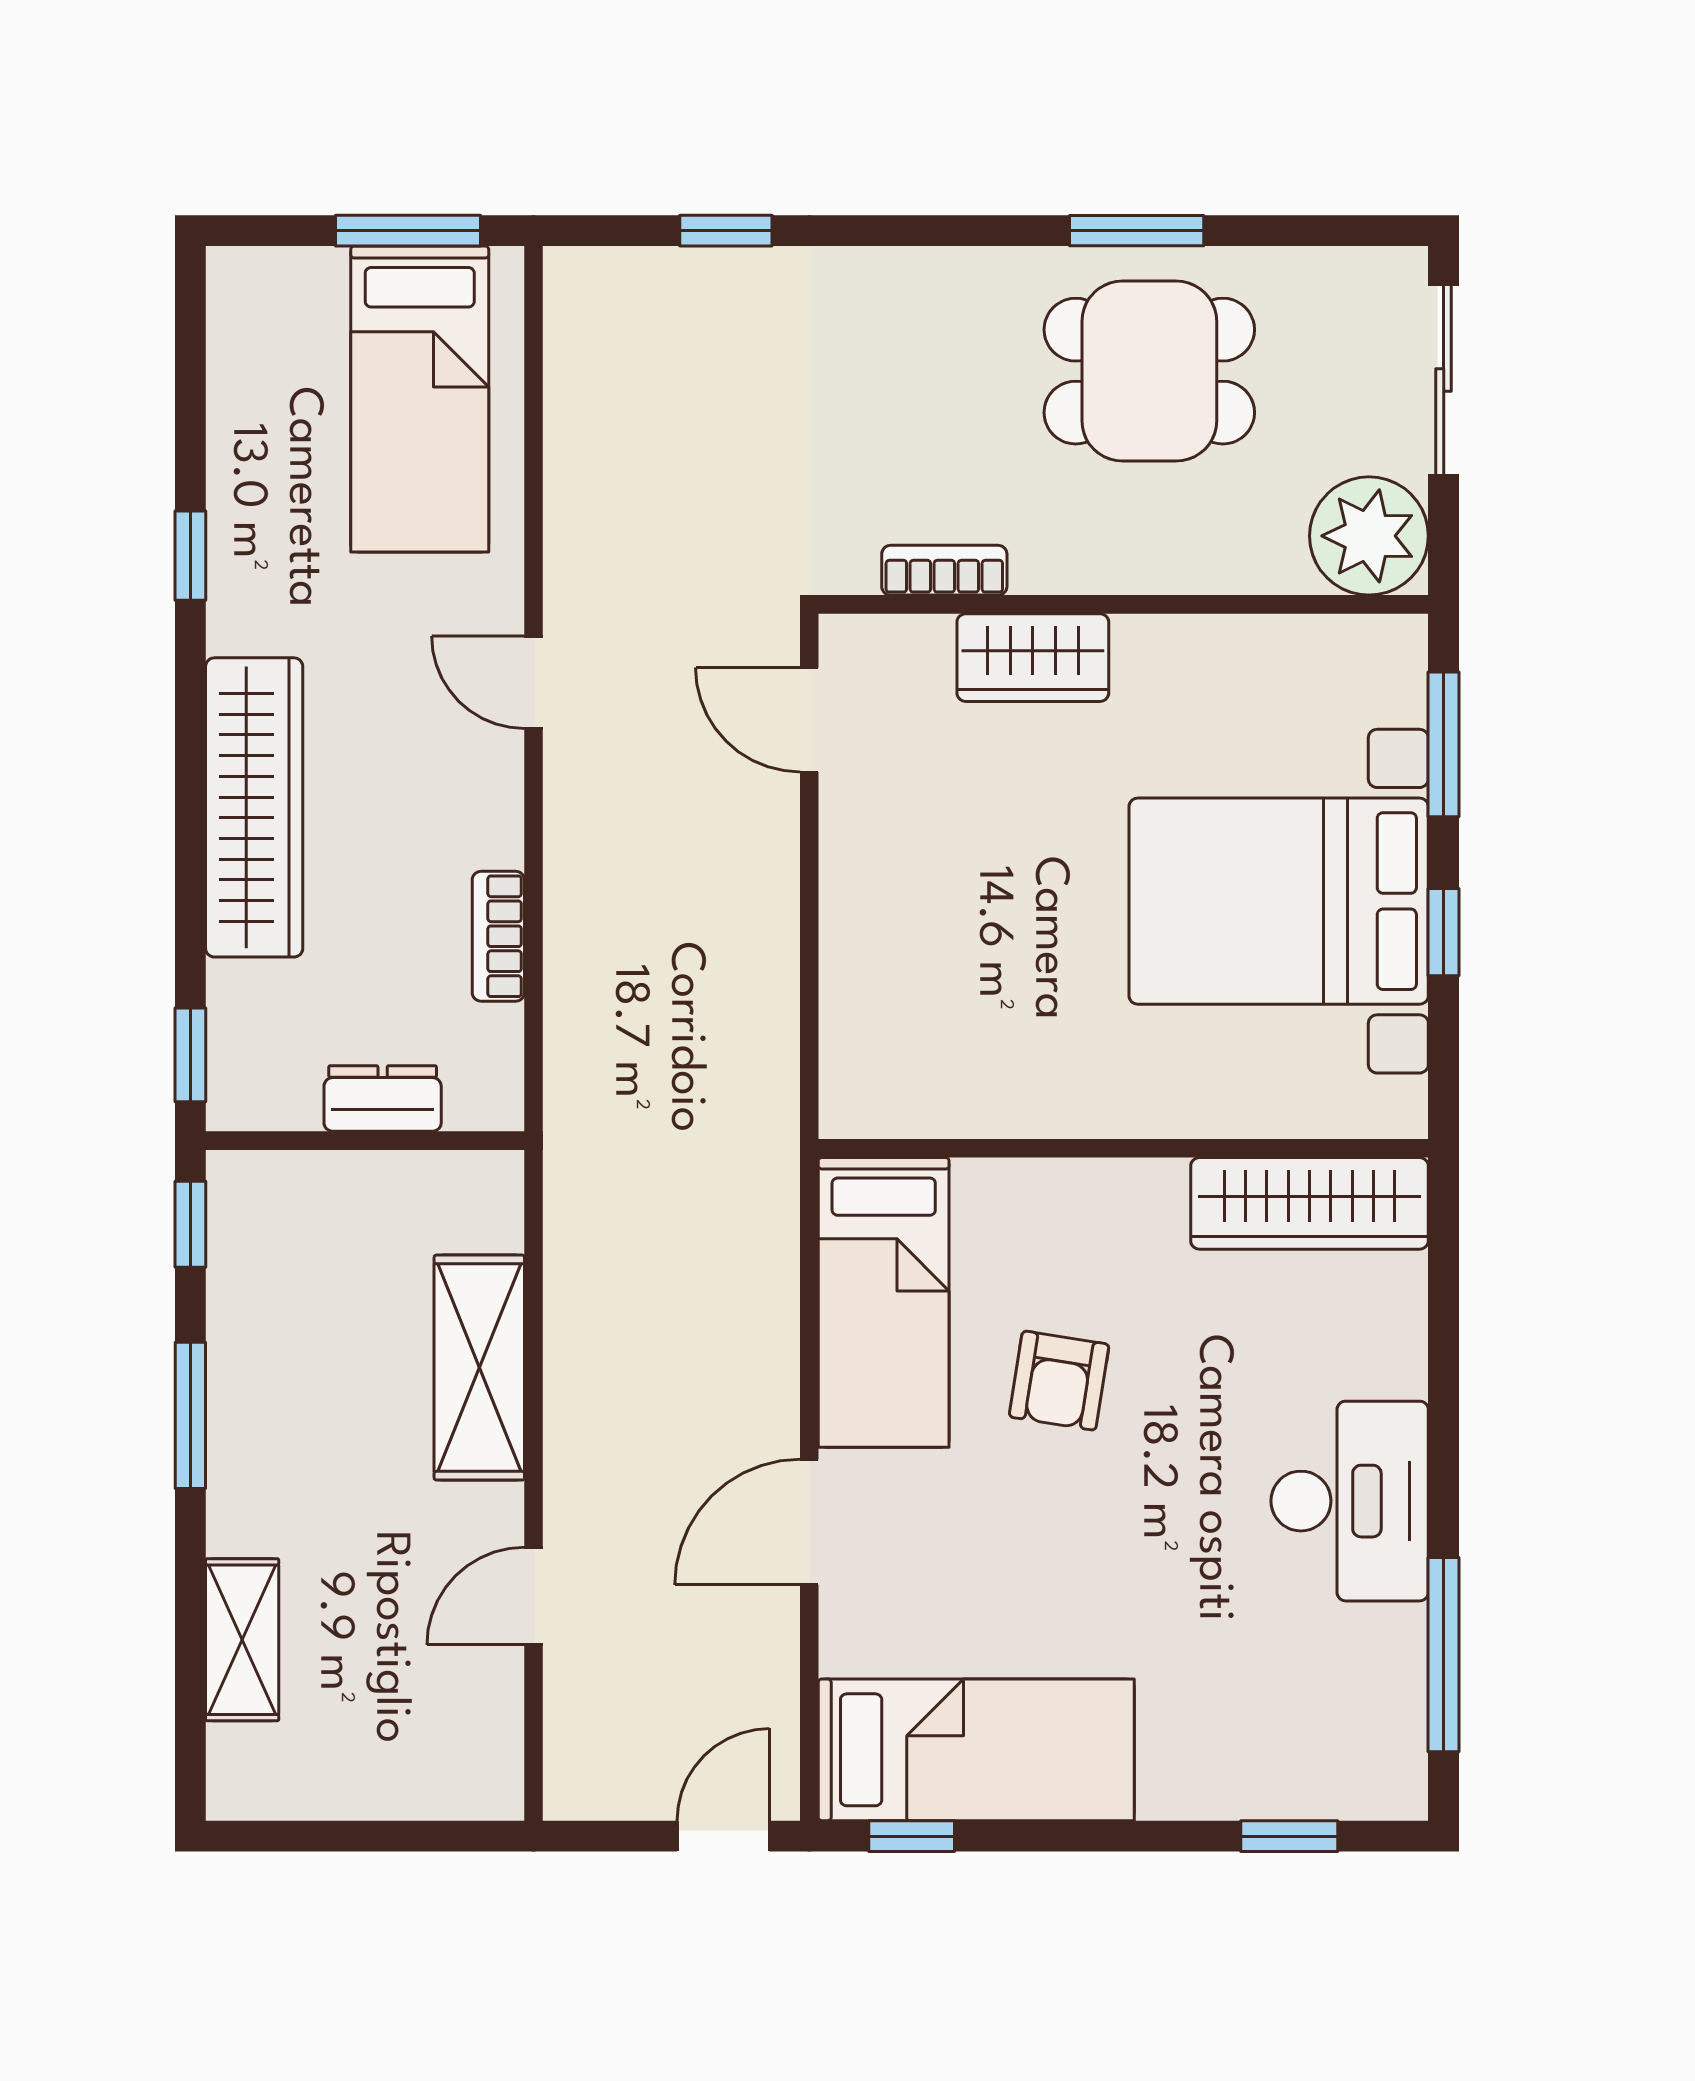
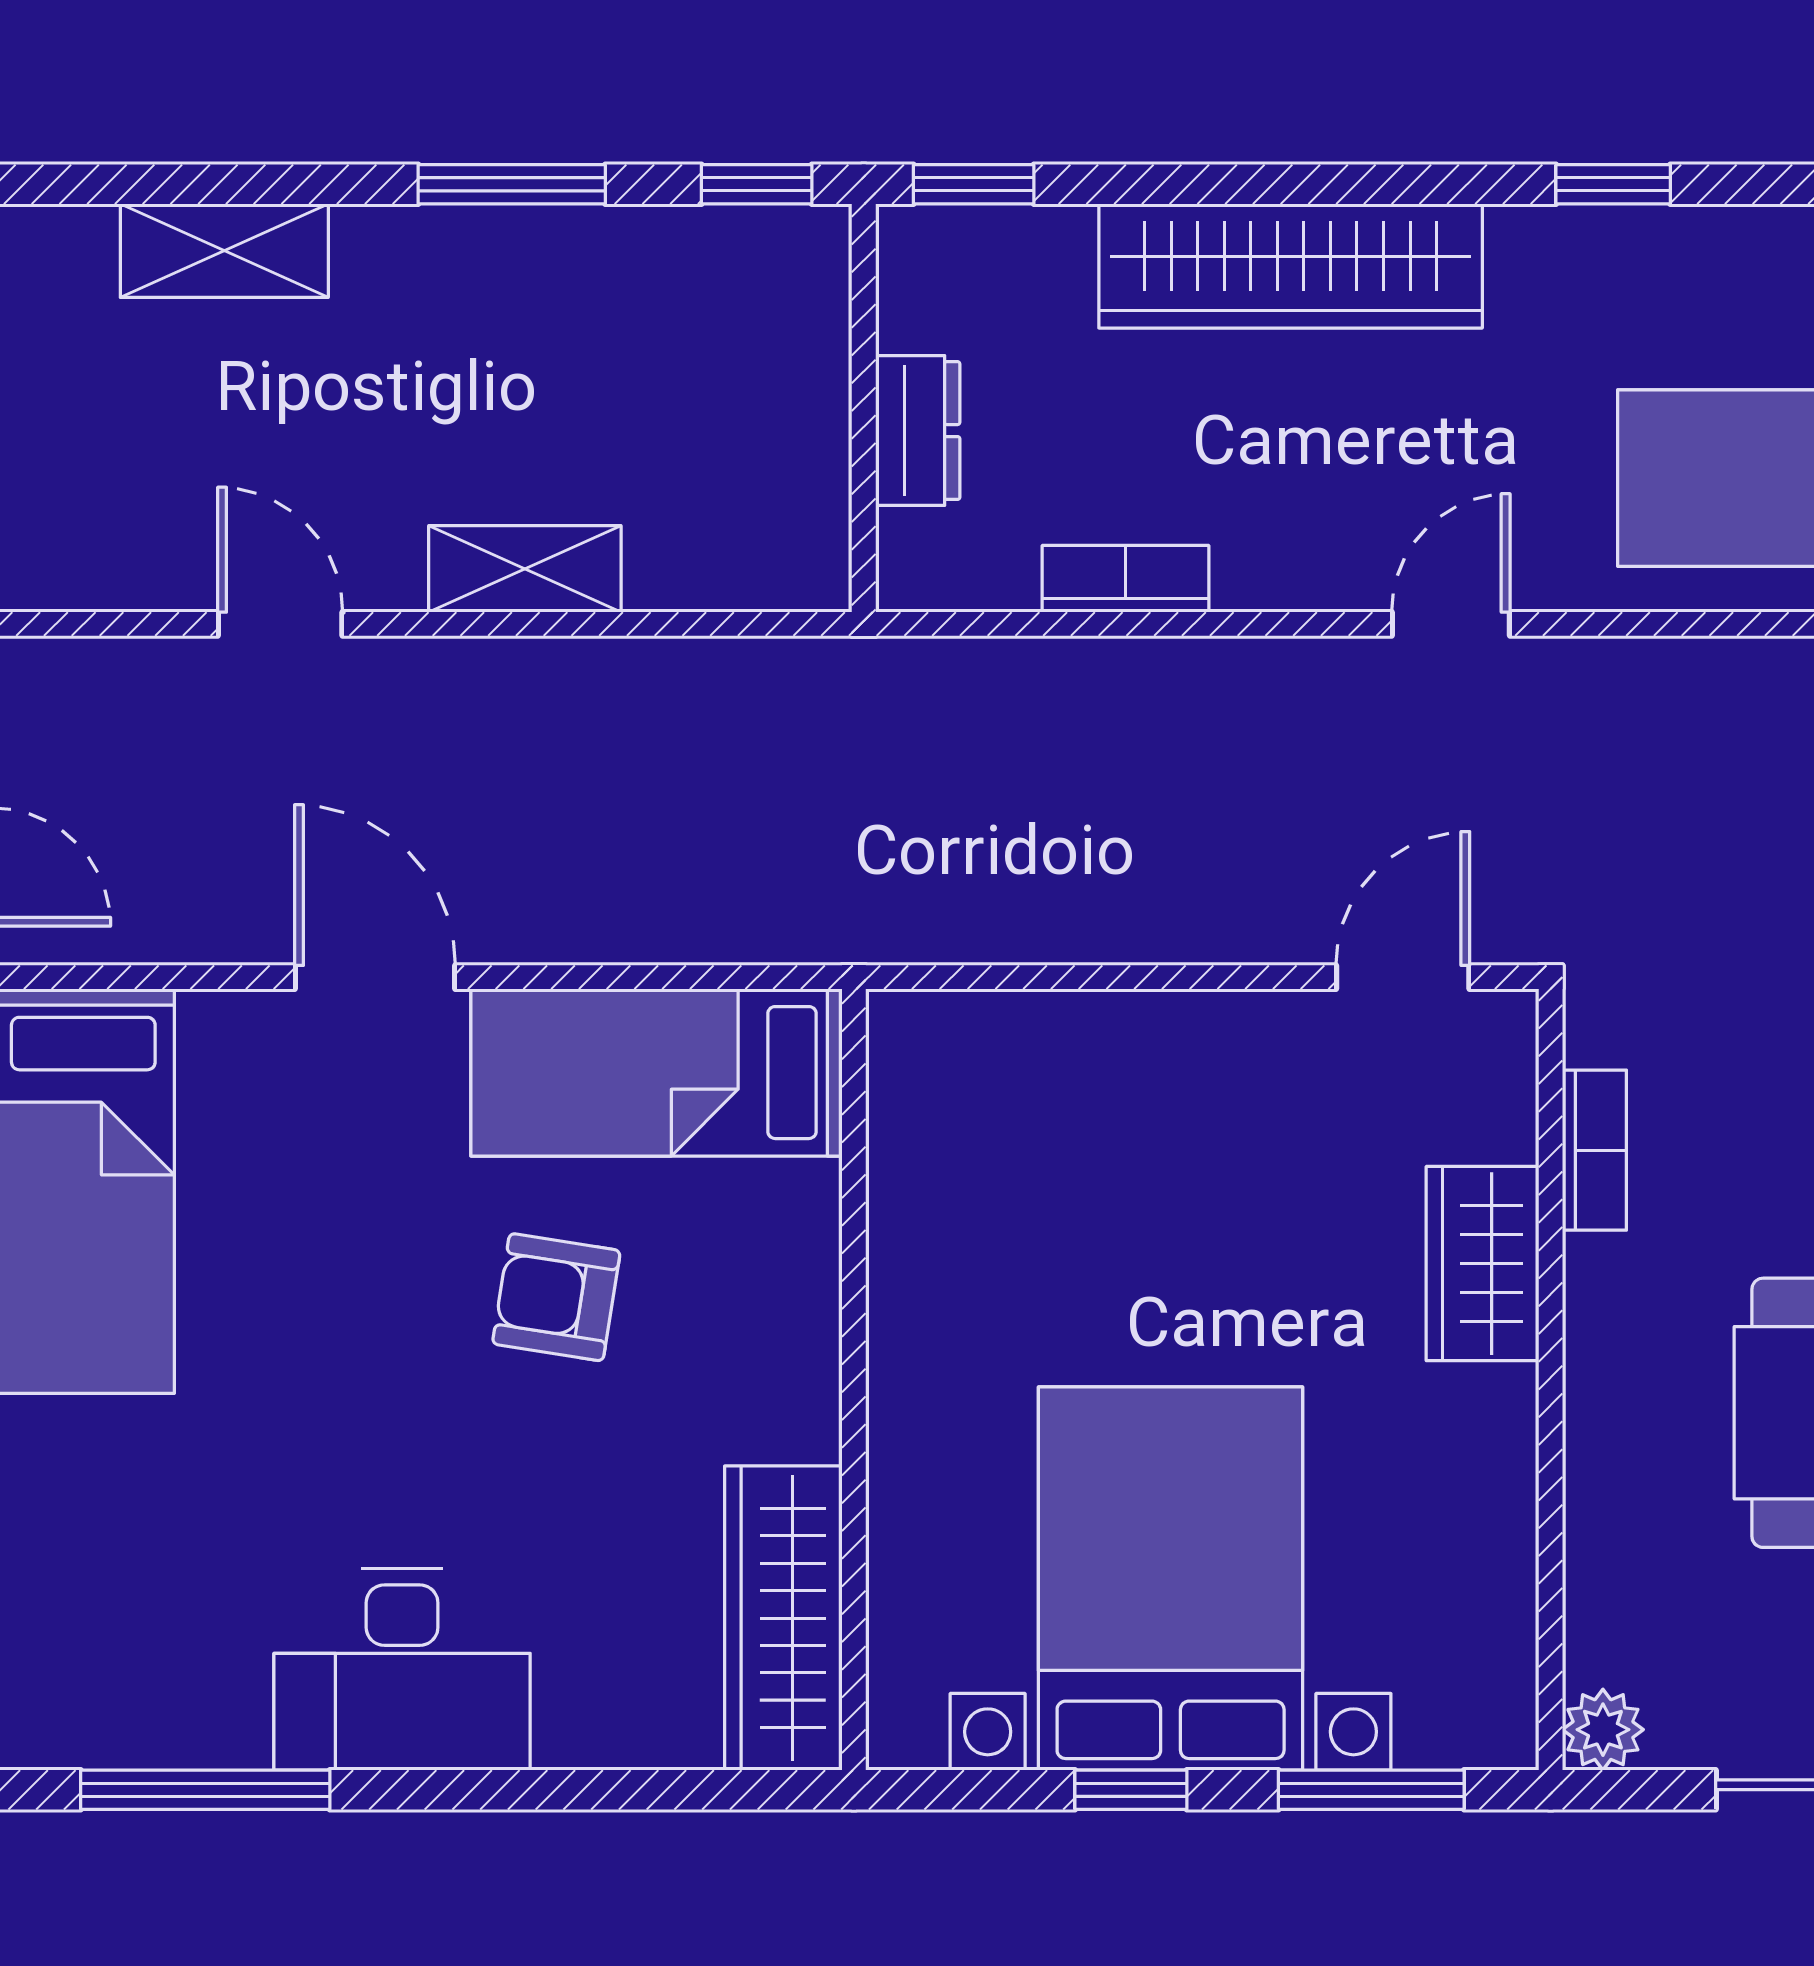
plant: (1369, 536) -> (1603, 1730), width x0.53, depth x0.53
shelving: (479, 1368) -> (525, 569), width x0.67, depth x0.75

